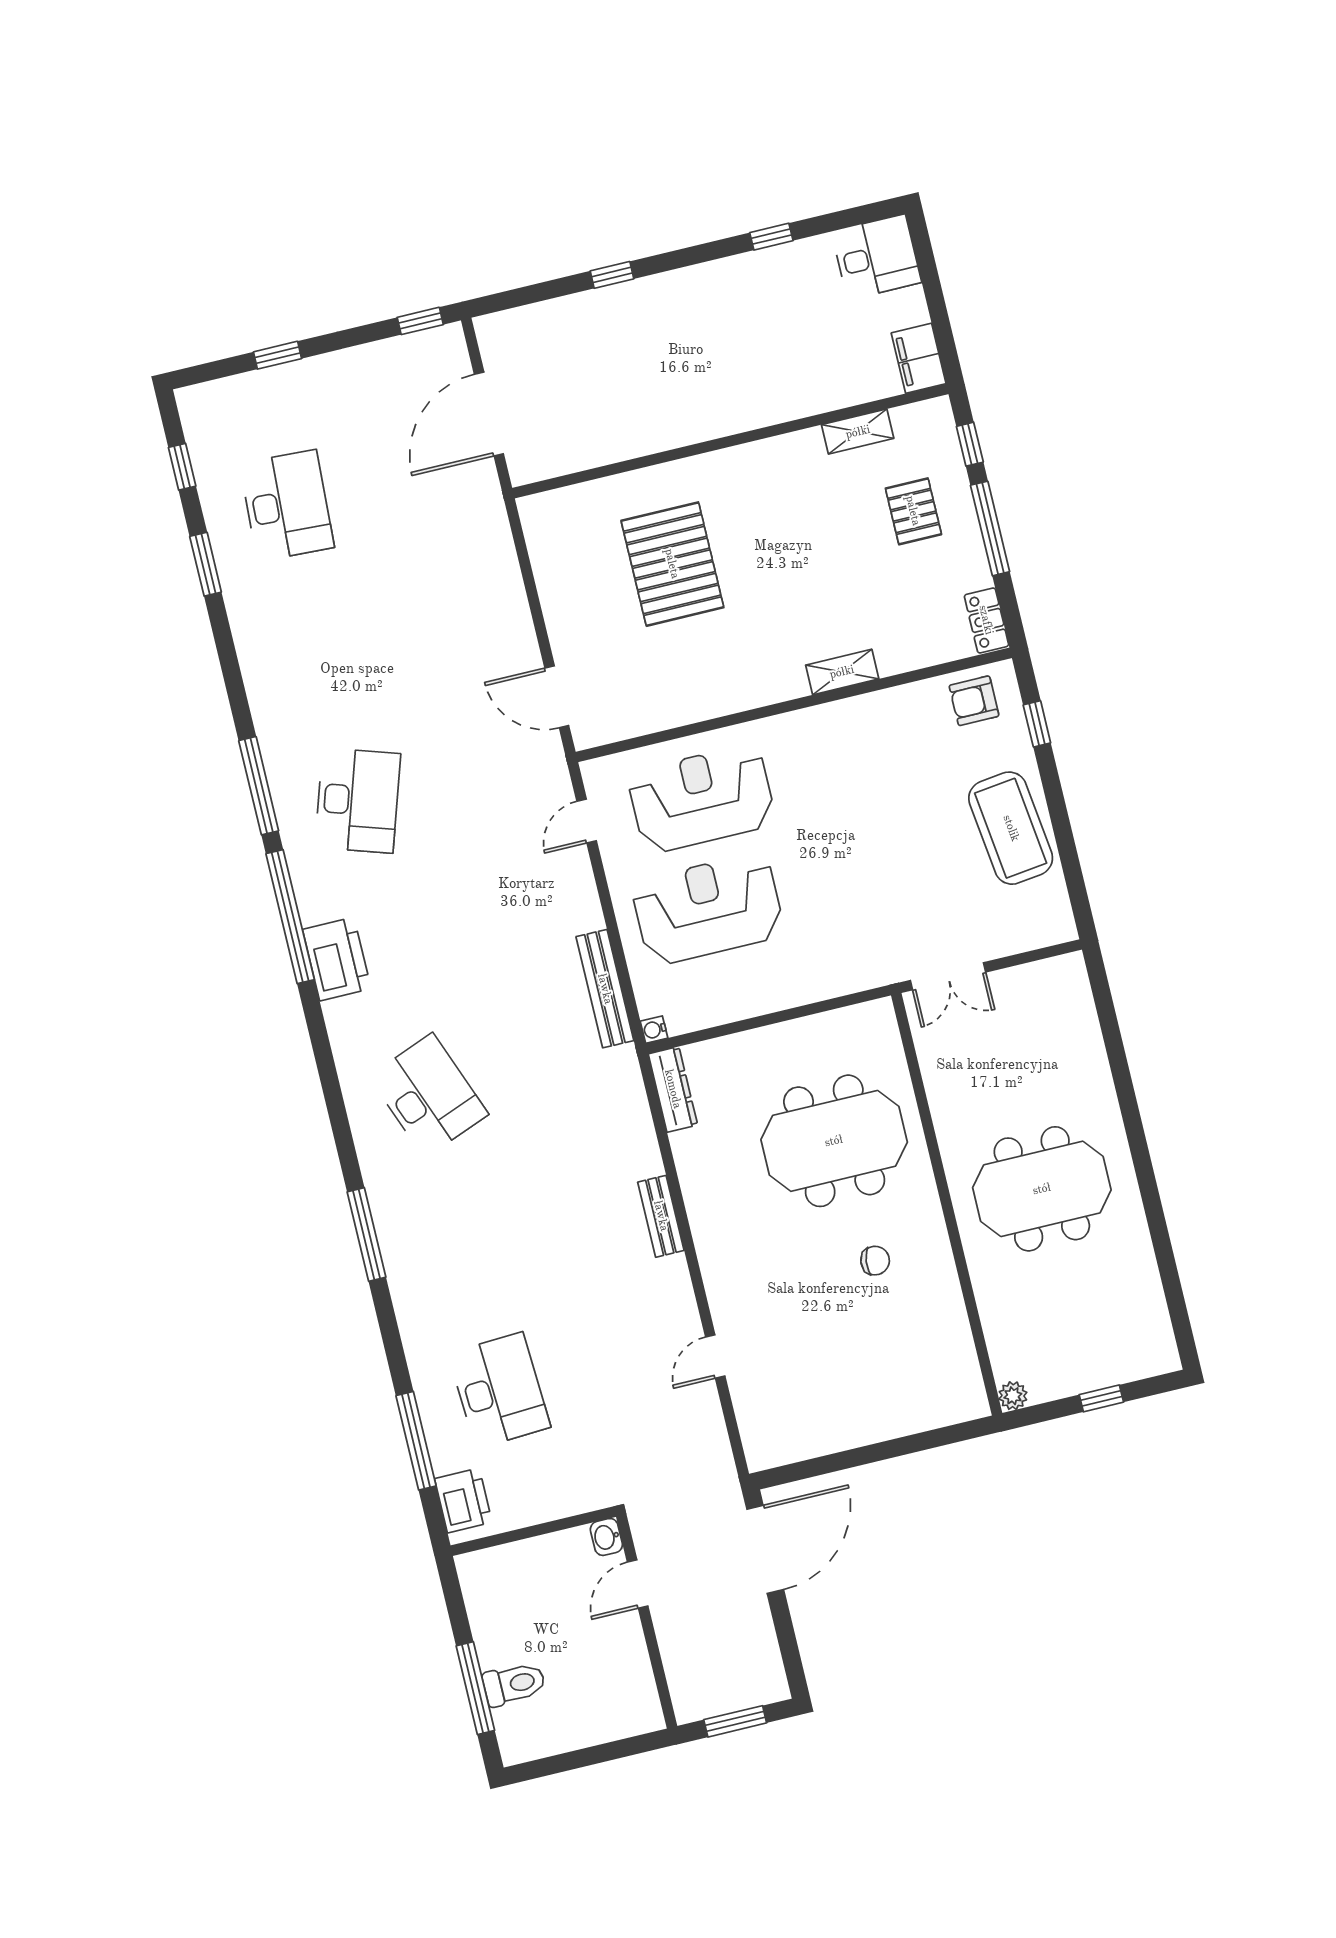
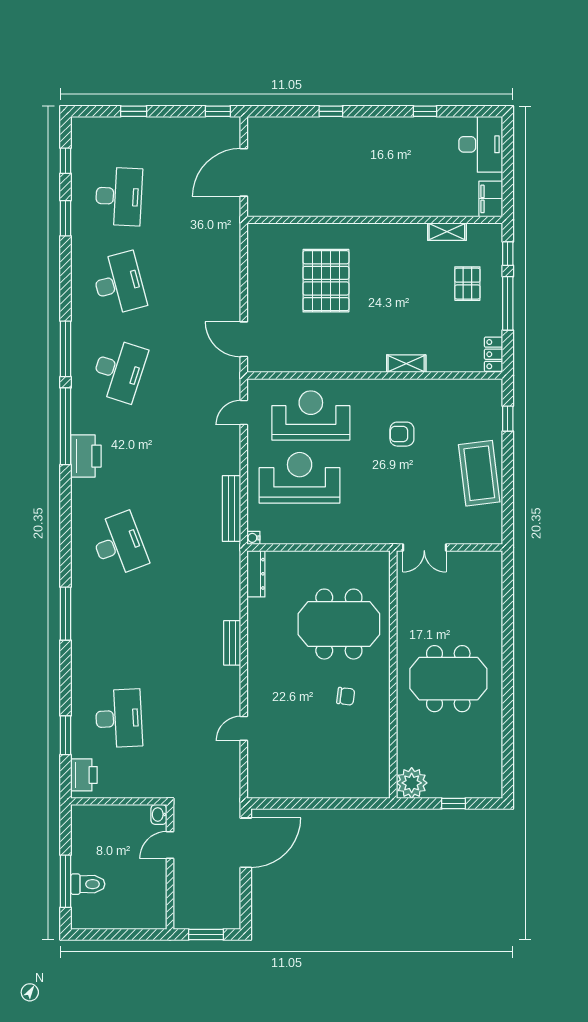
desk: (876, 257) -> (481, 144), width x1.37
desk: (322, 653) -> (119, 283), added
armchair: (974, 701) -> (402, 434), moved
plant: (1013, 1396) -> (412, 783), width x1.87, depth x1.87
window: (416, 1441) -> (66, 735), width x0.69

